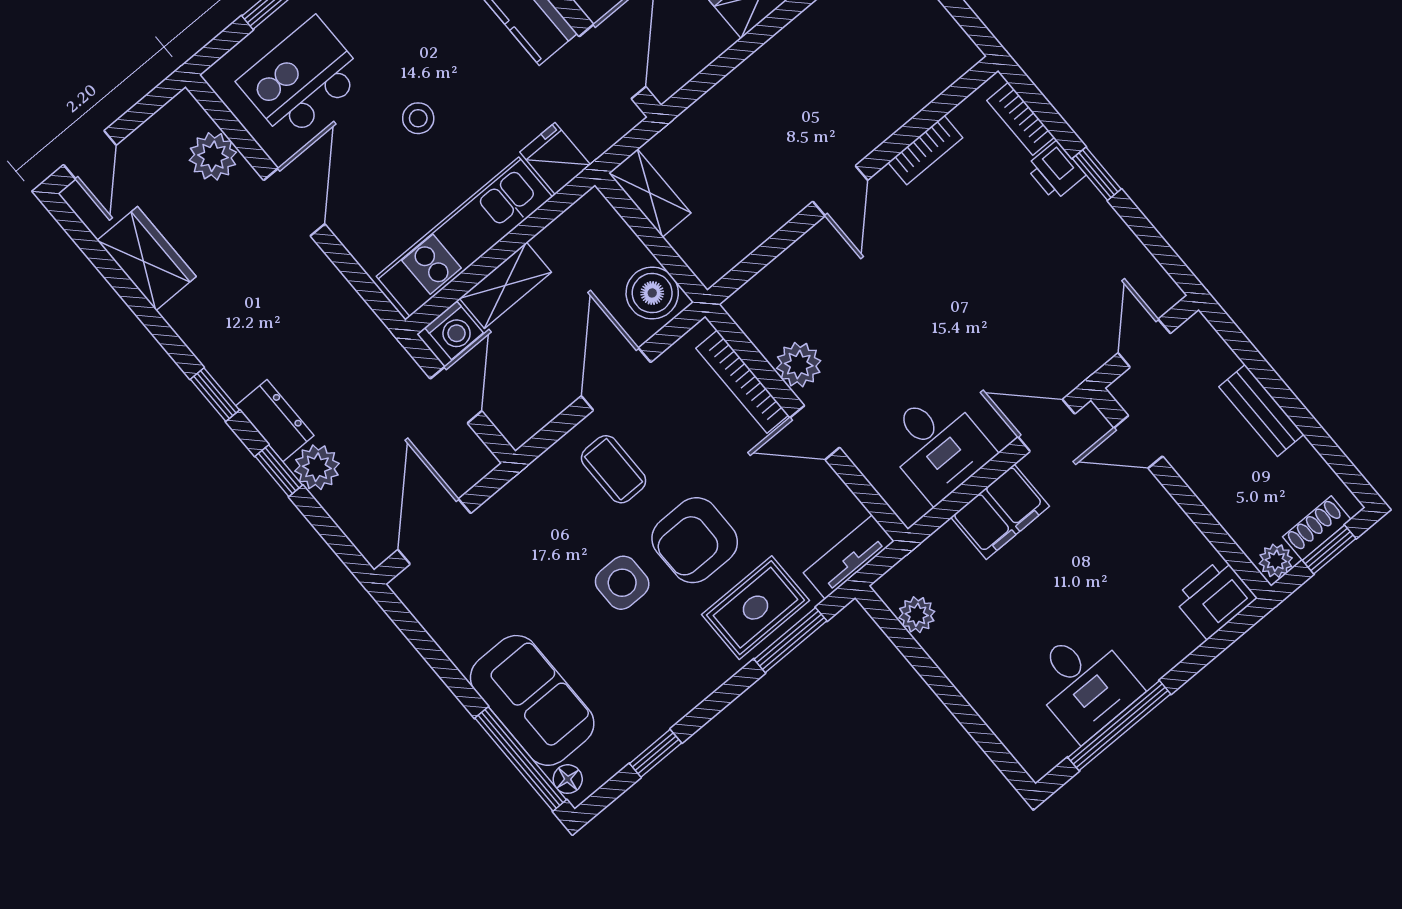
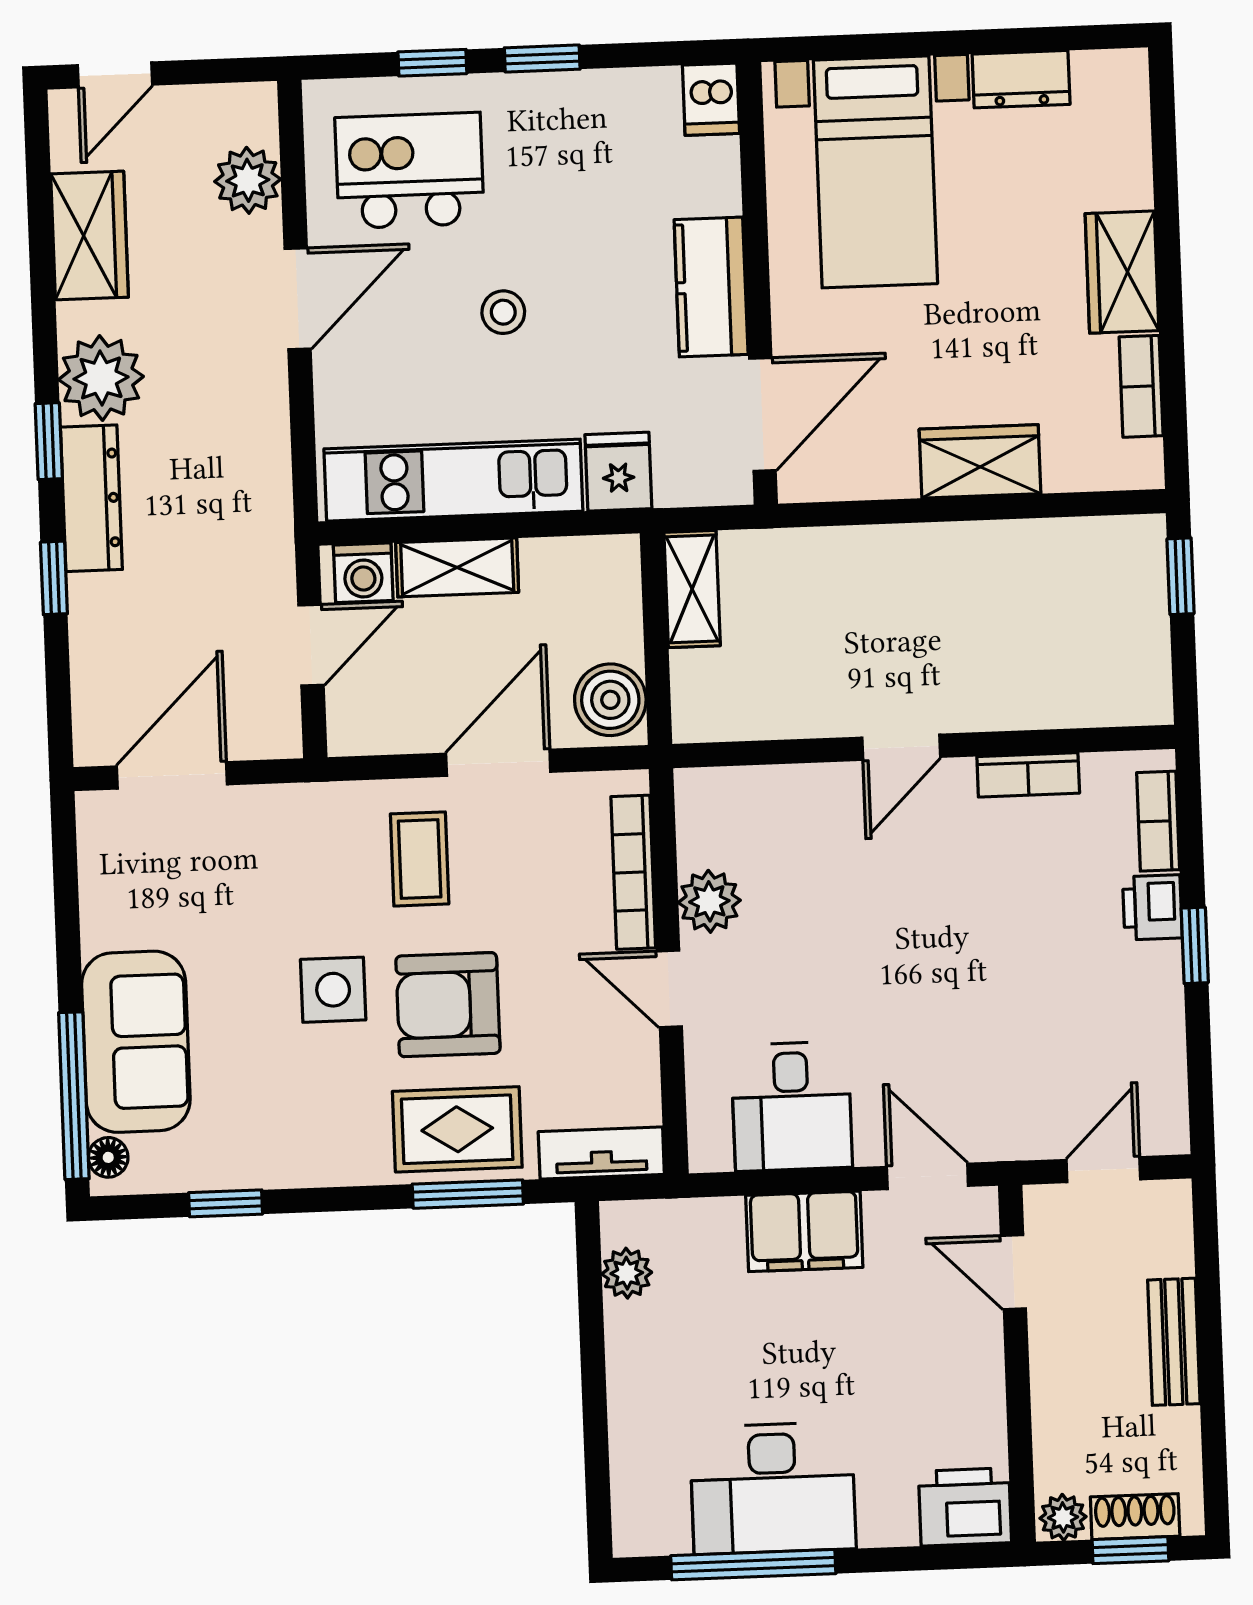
dresser: (275, 421) -> (91, 498), width x1.44
plant: (317, 467) -> (101, 378), moved, width x1.36, depth x1.36
desk: (1084, 683) -> (773, 1488), width x1.37

